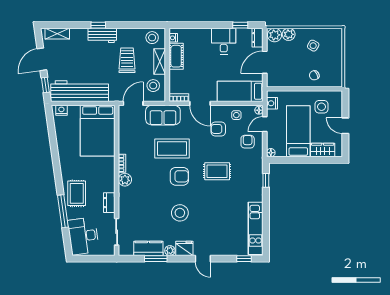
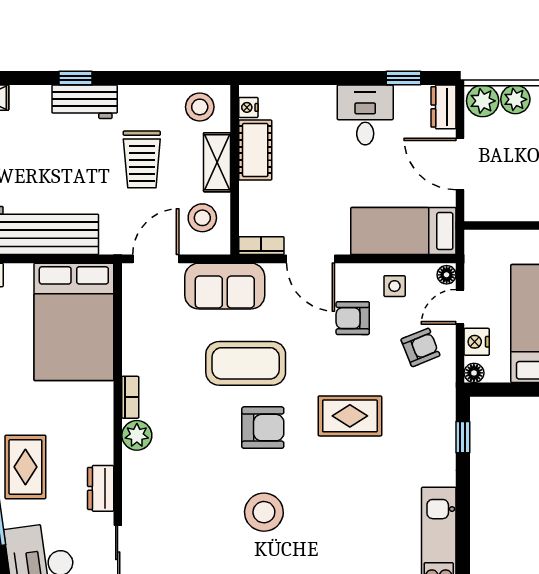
trolley: (127, 60) -> (142, 159), turned 180
door: (265, 62) -> (460, 164), hinge flipped
nightstand: (272, 103) -> (477, 342), moved
armchair: (248, 142) -> (420, 347), turned 68

